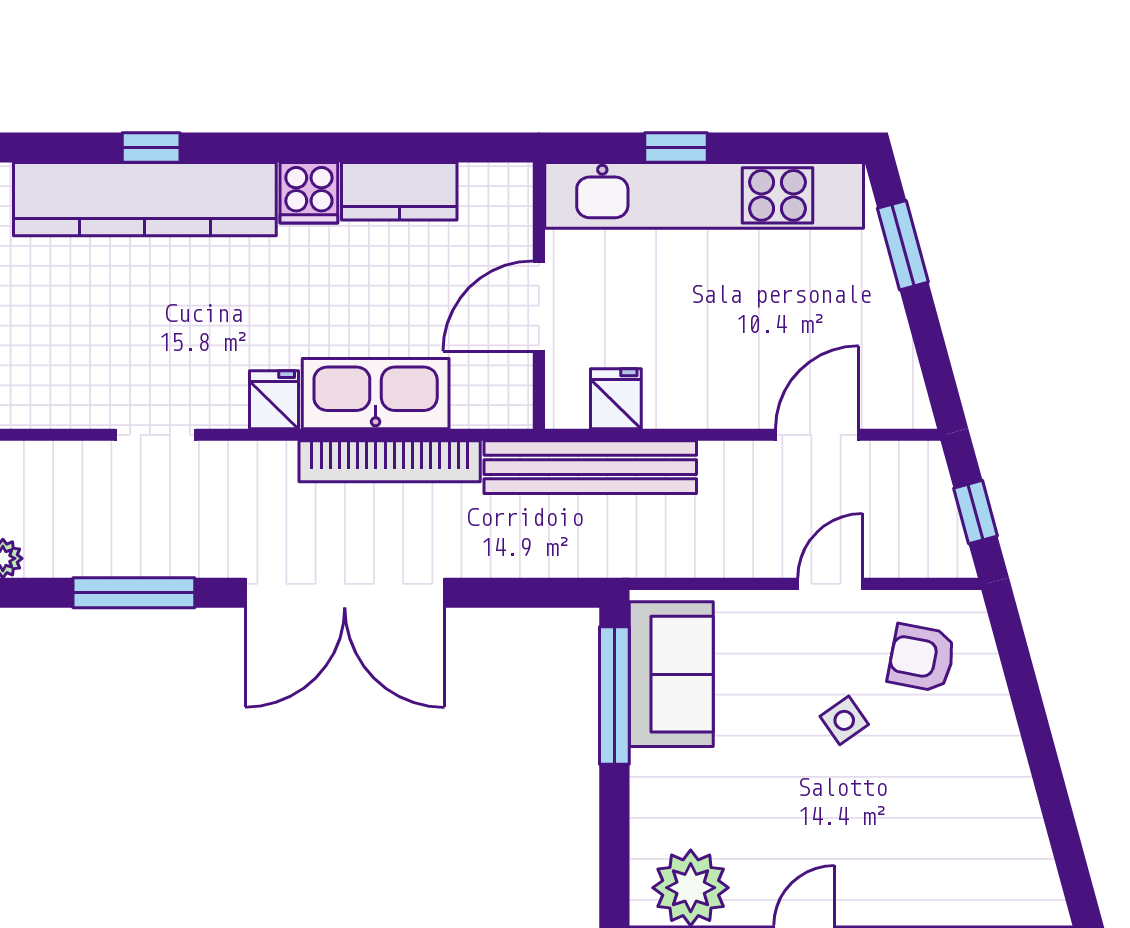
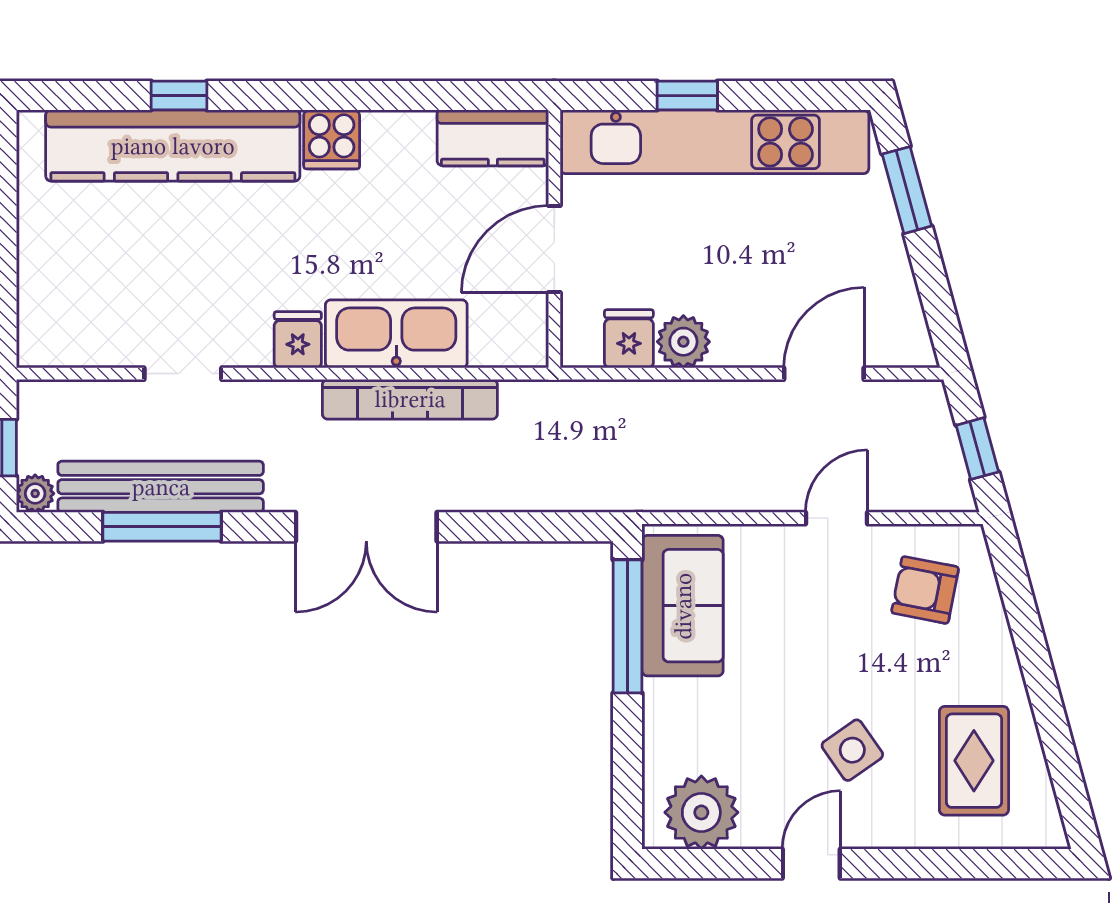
kitchen counter: (399, 191) -> (493, 138), moved
plant: (672, 402) -> (683, 342), added
bench: (590, 467) -> (161, 487), moved
double door: (345, 593) -> (366, 527), width x0.73
side table: (844, 720) -> (852, 750), moved, width x1.37, depth x1.37
rug: (972, 834) -> (974, 761), added

